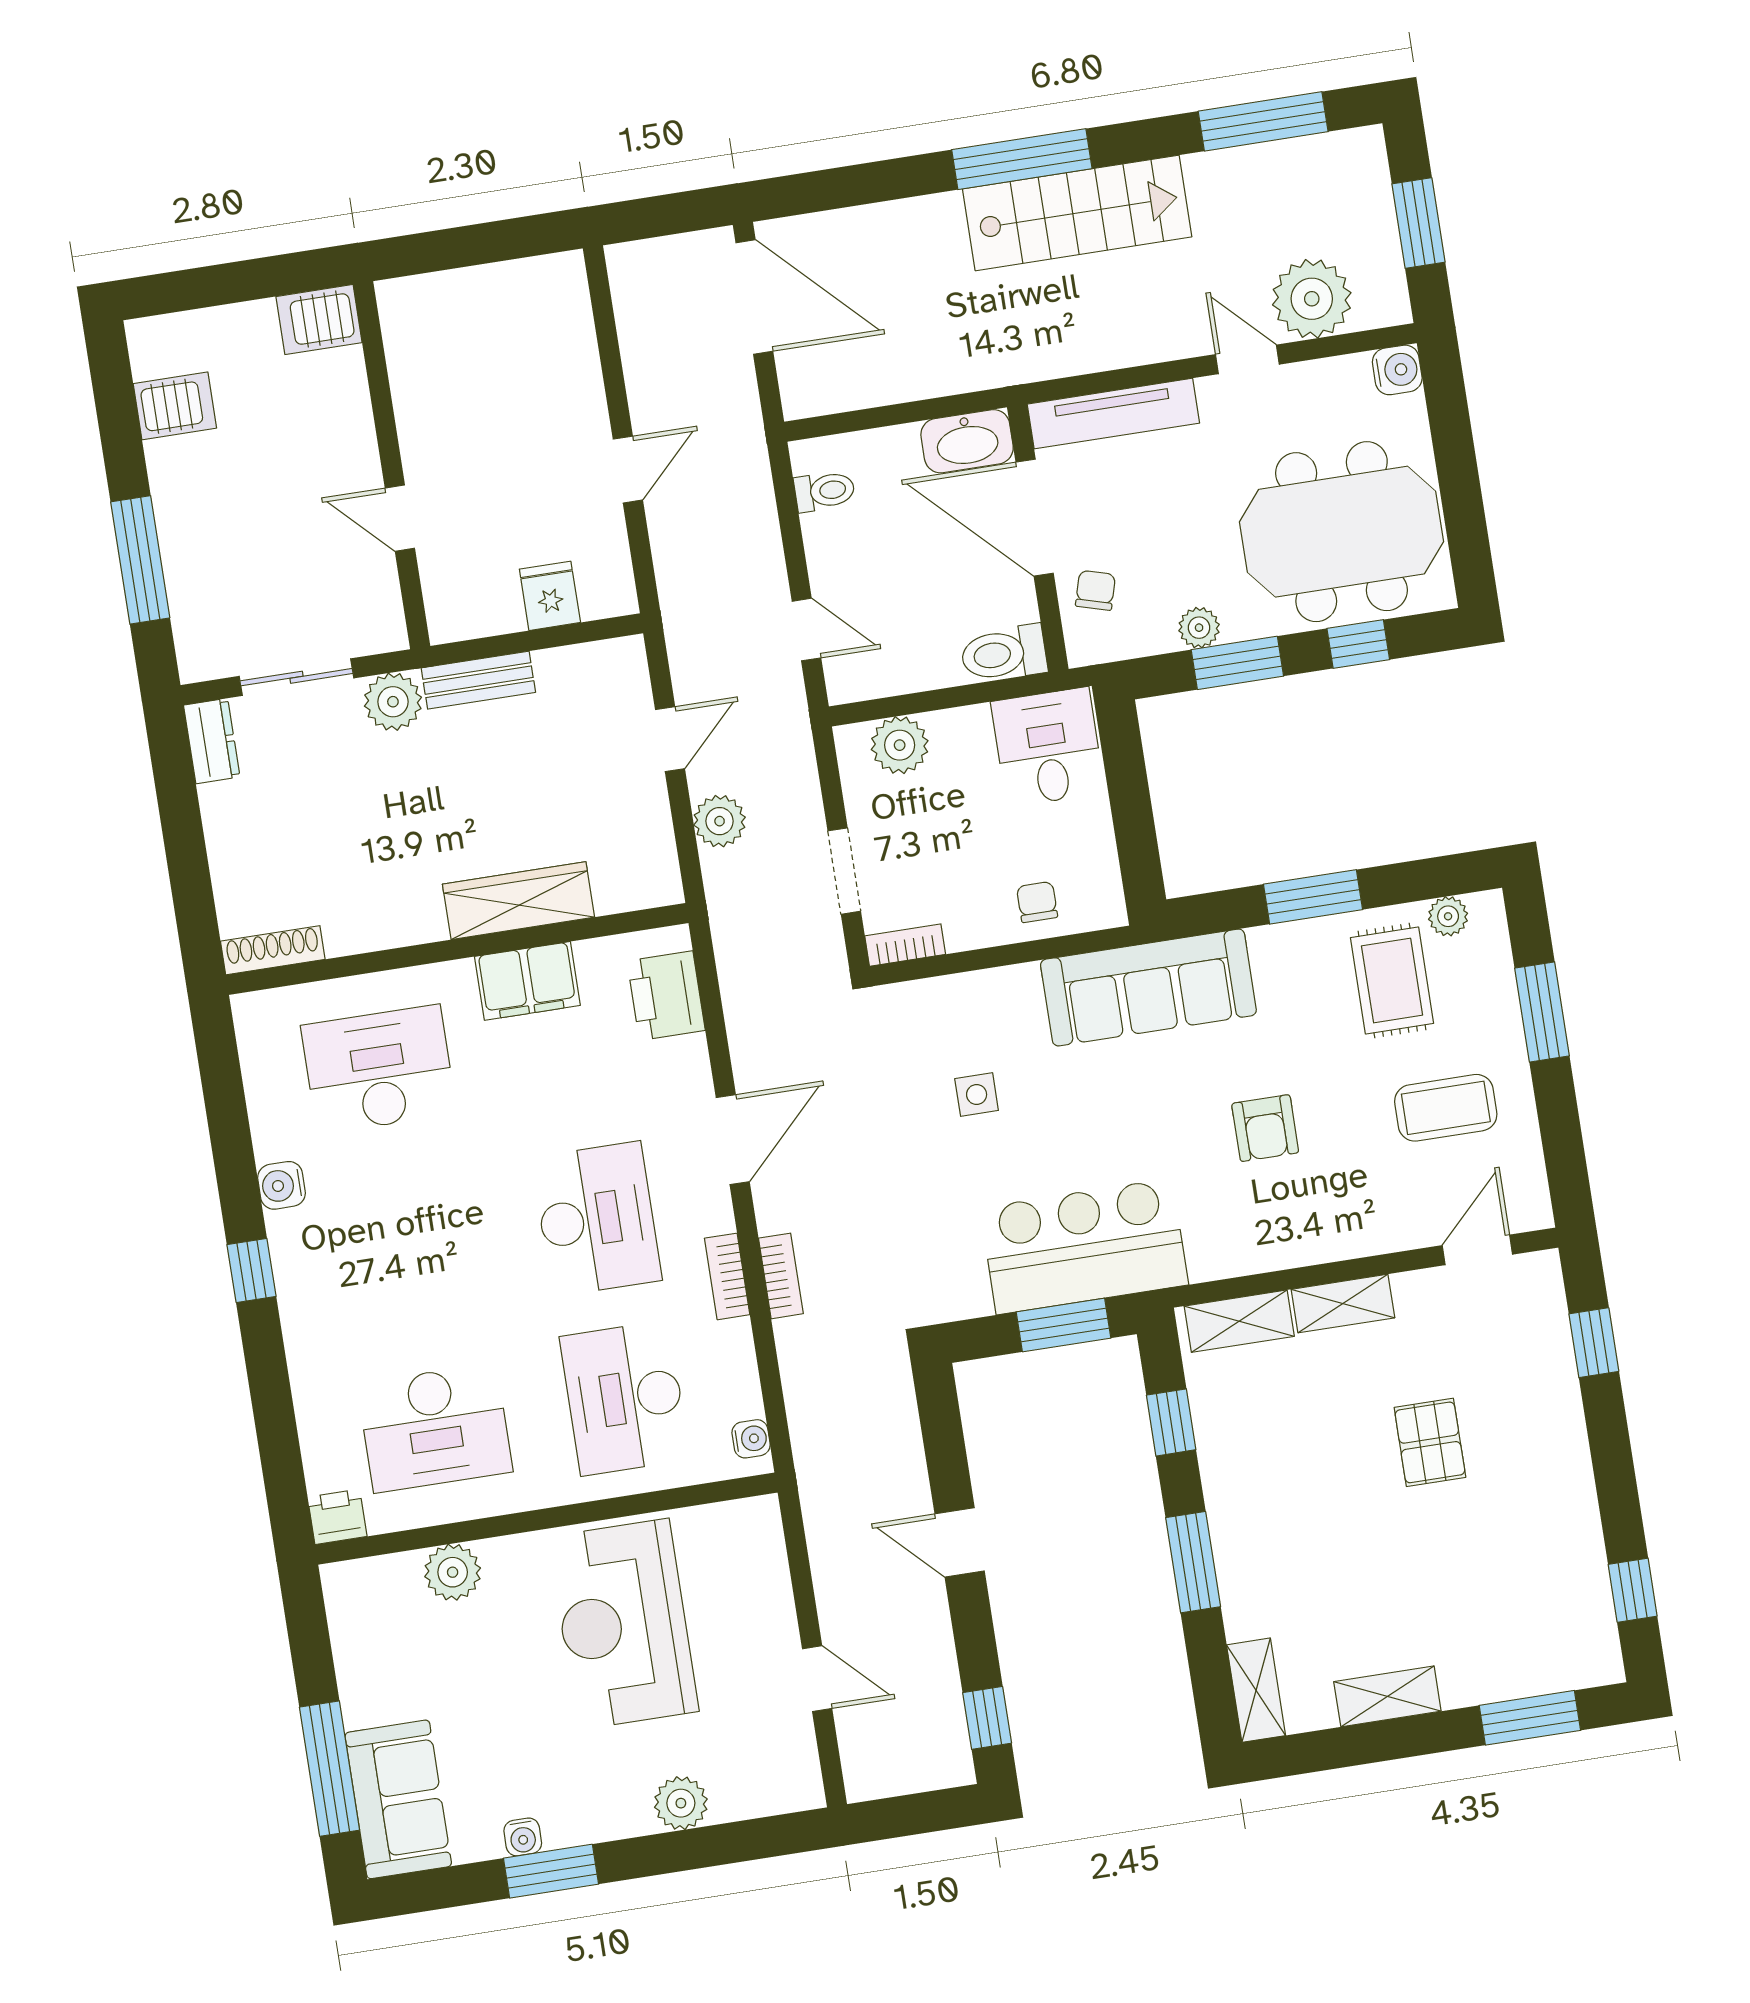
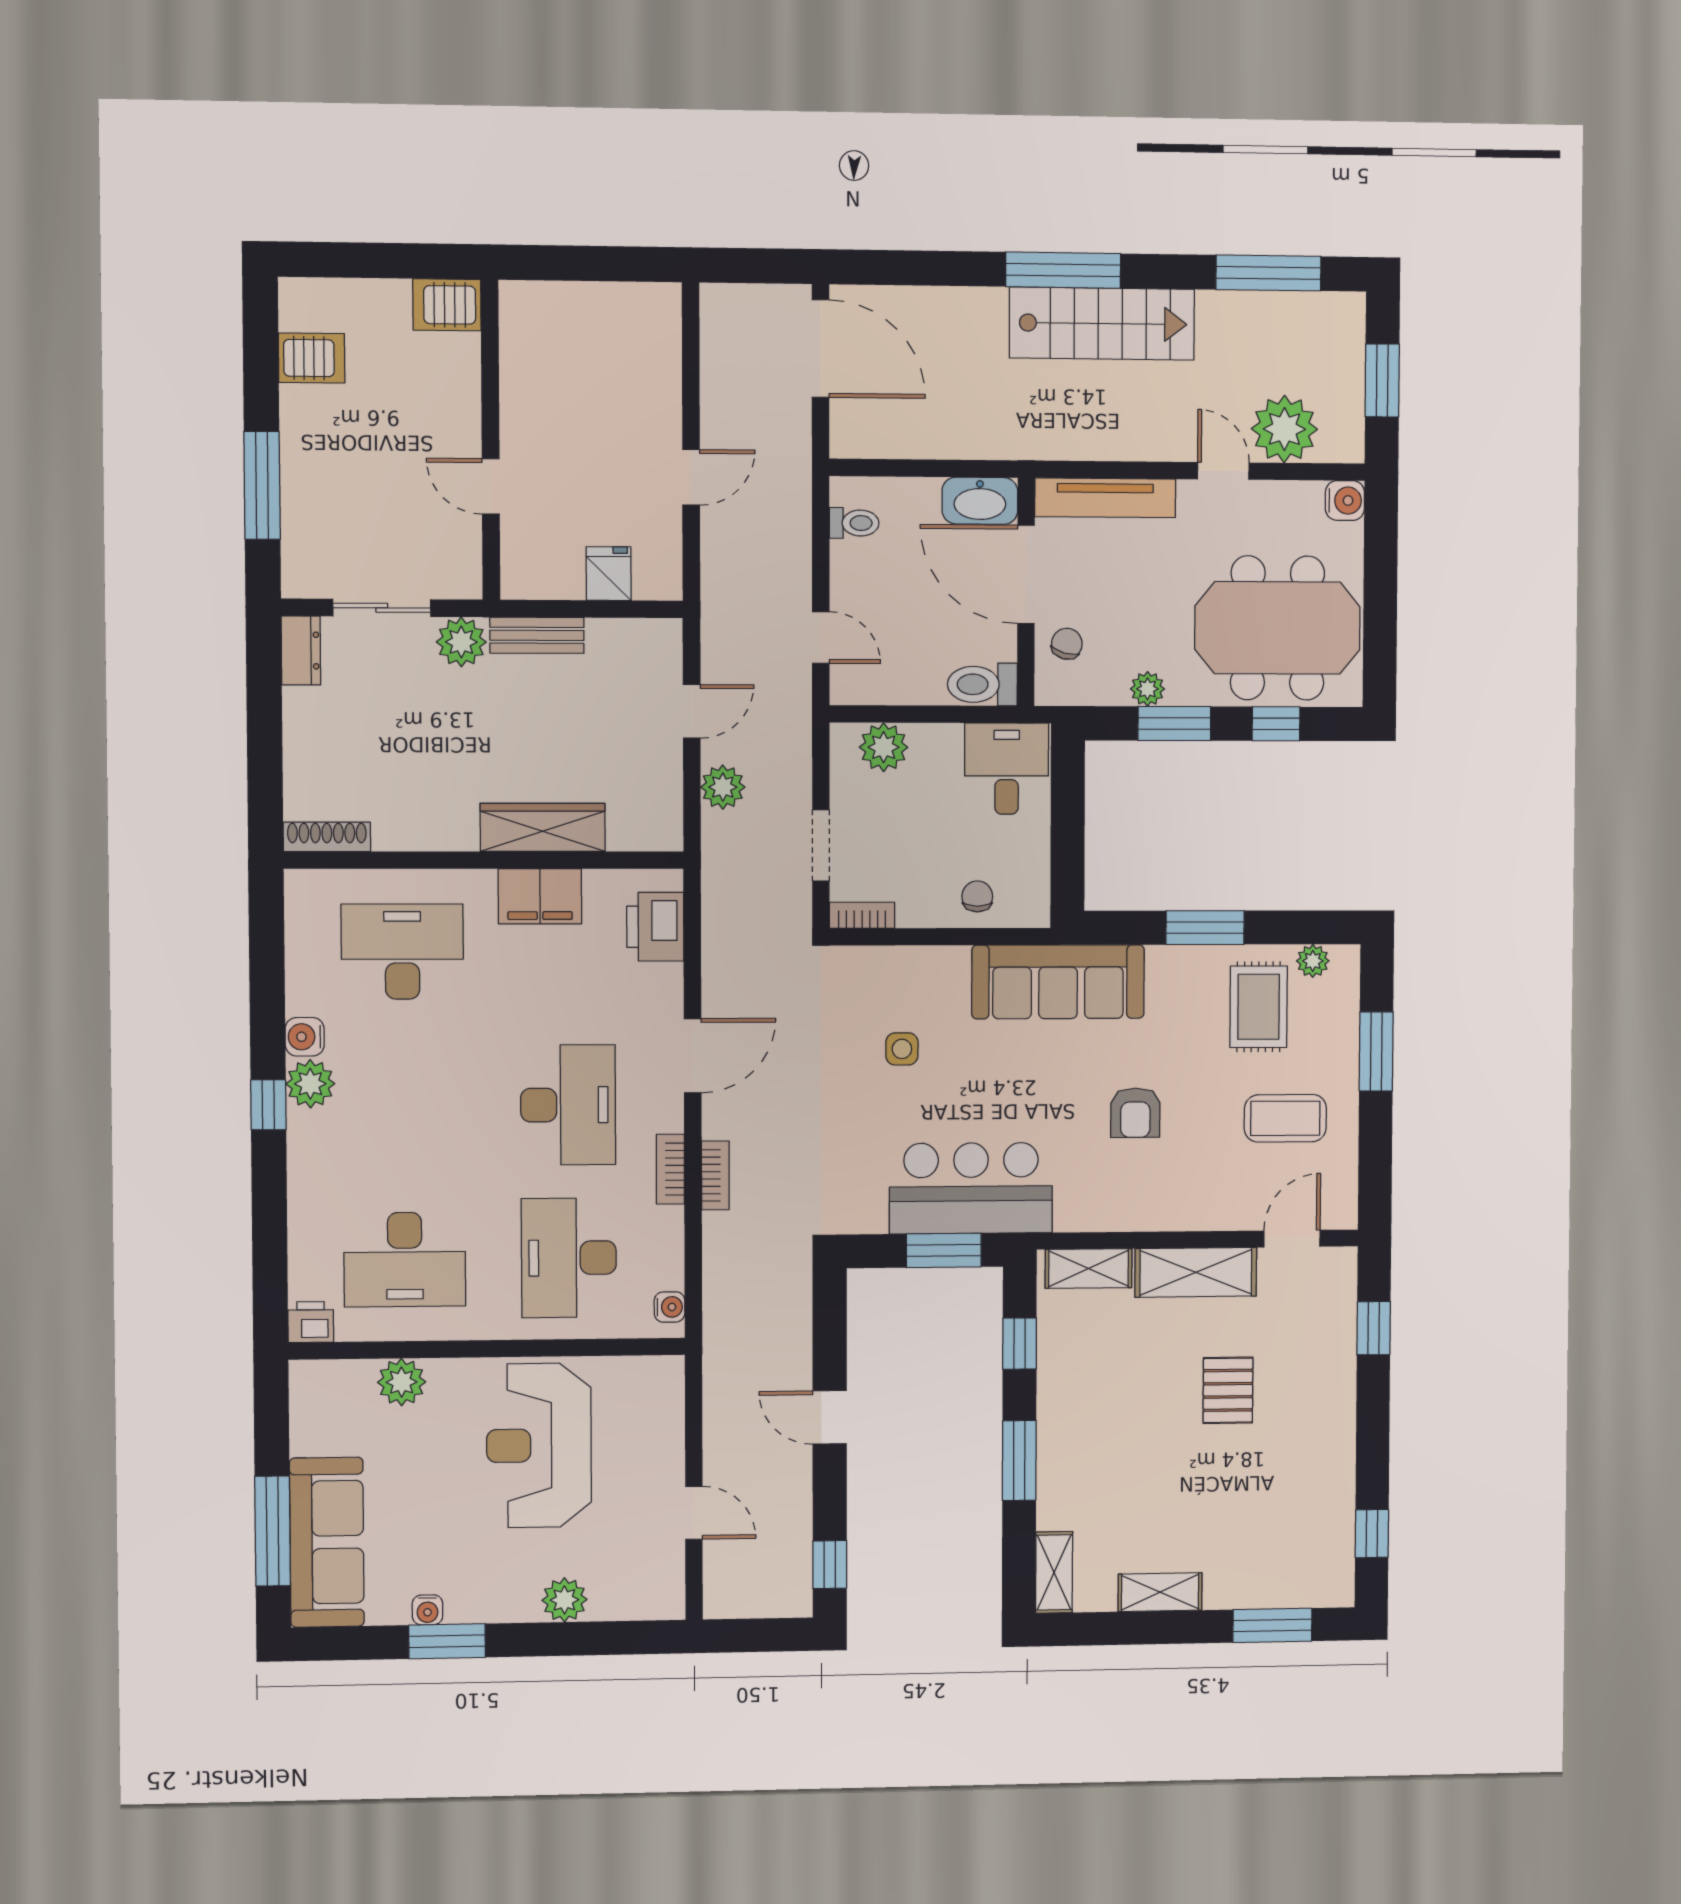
plant: (296, 1239) -> (310, 1084), added
shelving: (1343, 1304) -> (1196, 1272), width x1.50, depth x1.33
sofa: (398, 1799) -> (327, 1542), width x1.36

